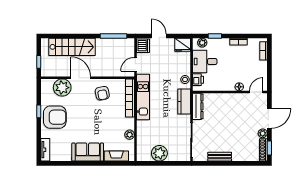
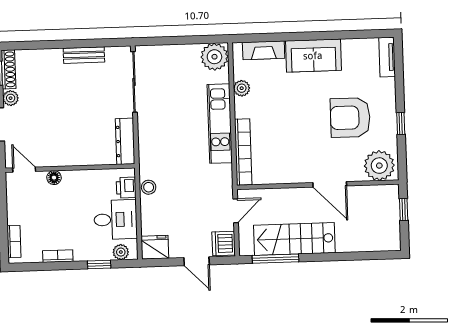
stairs: (72, 47) -> (294, 239), moved
plant: (62, 88) -> (379, 166), moved
door: (256, 92) -> (24, 170), swing flipped
armchair: (102, 93) -> (292, 158), removed
kitchen unit: (143, 97) -> (220, 124), moved
kitchen counter: (184, 102) -> (149, 149), removed
armchair: (55, 117) -> (350, 118), moved
plant: (159, 153) -> (214, 57), moved

